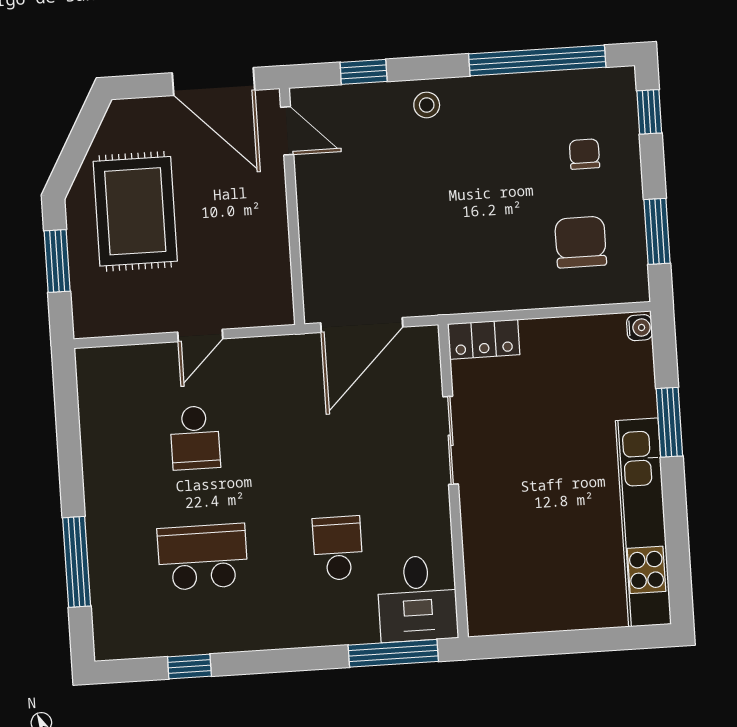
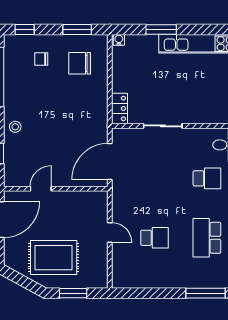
door: (287, 131) -> (41, 189), moved
door: (362, 325) -> (110, 161), swing flipped
school desk: (338, 548) -> (207, 178), turned 180

